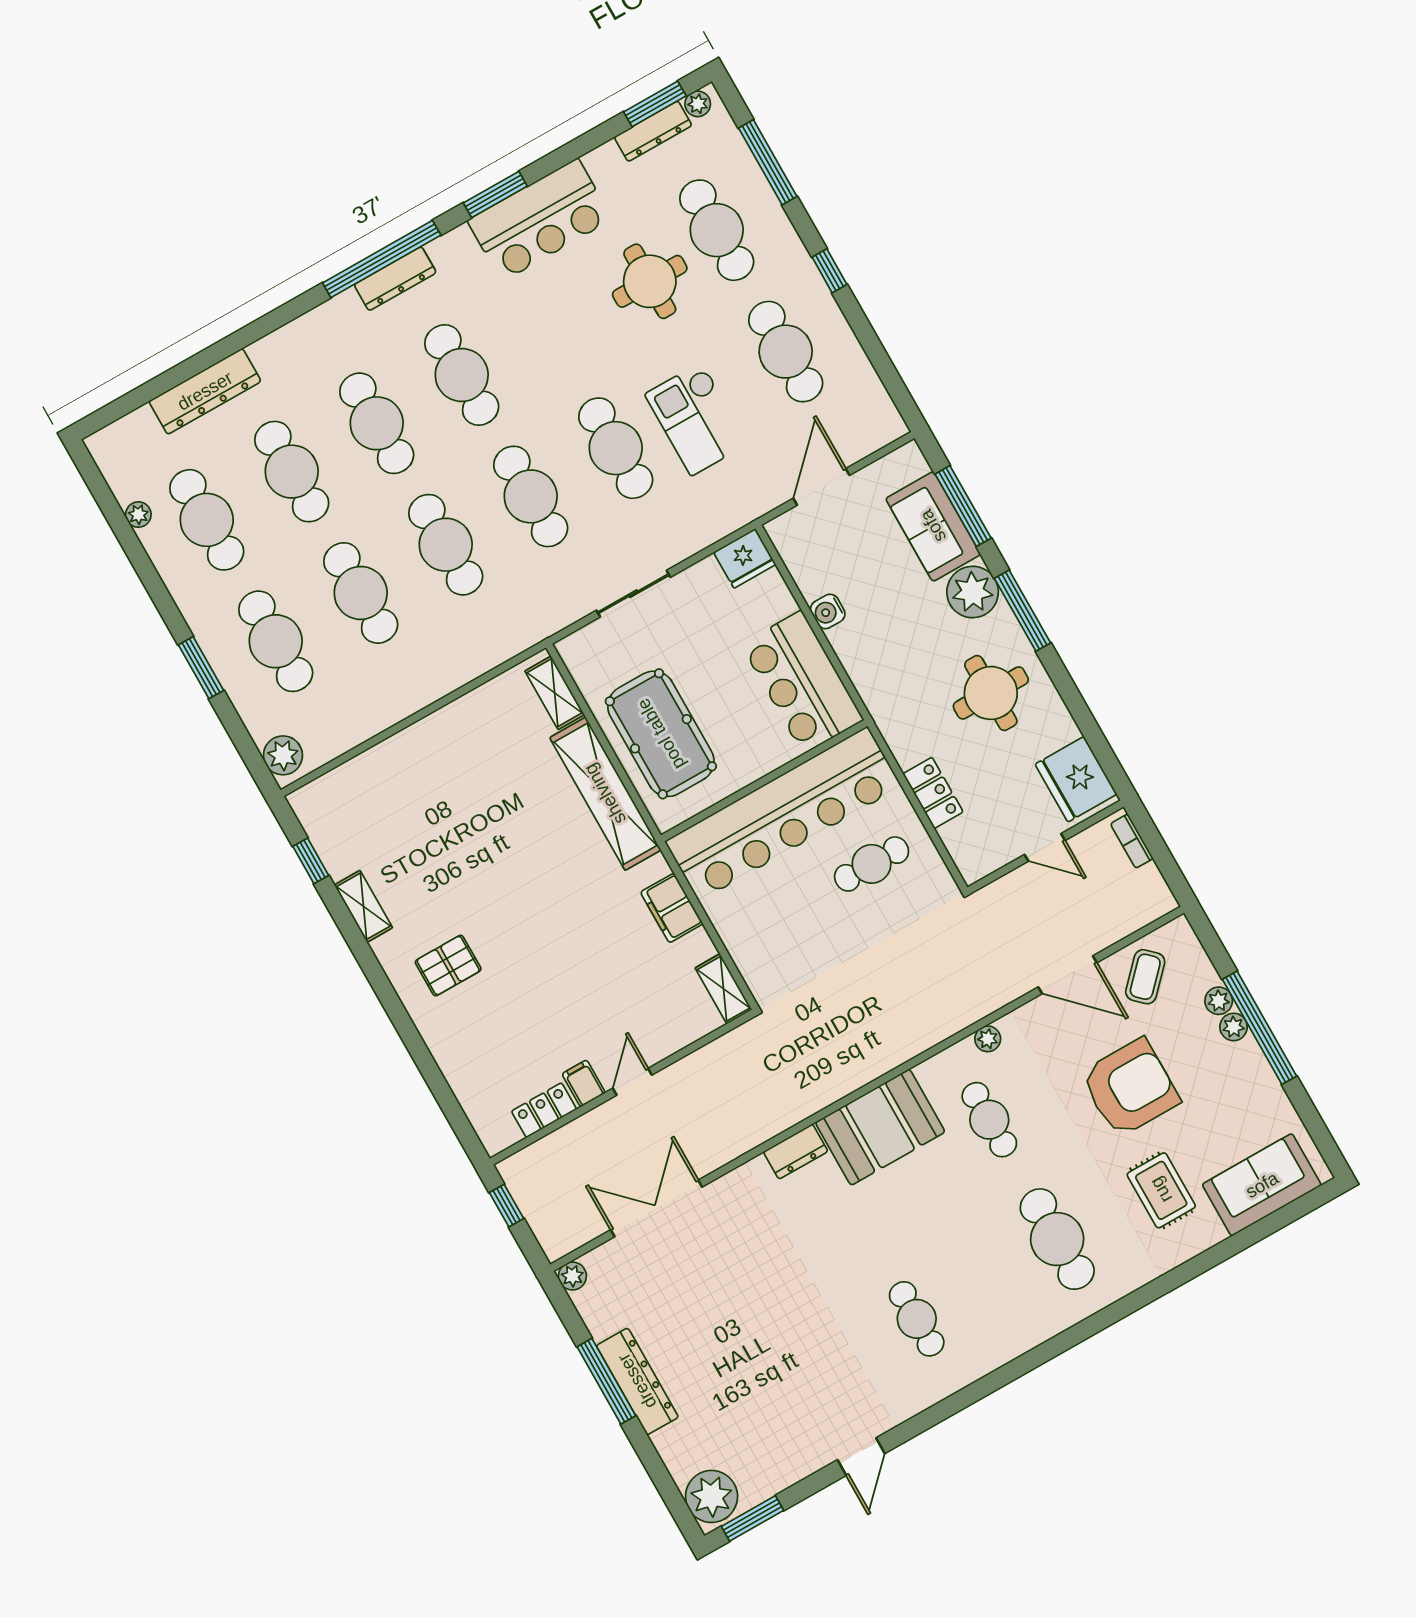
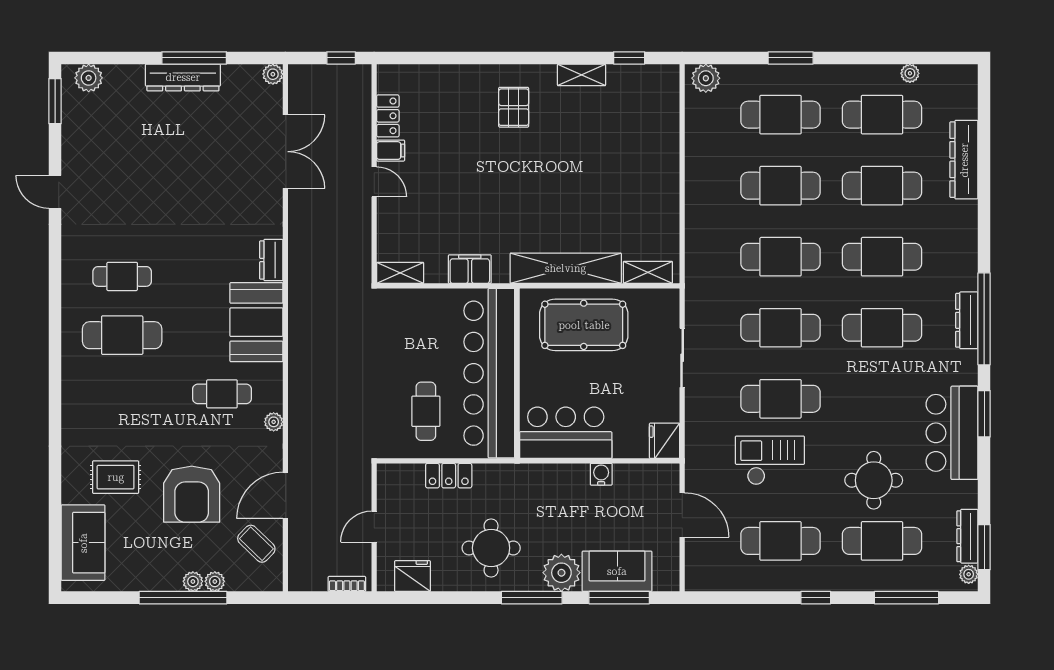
fridge: (1076, 779) -> (412, 576), width x0.73, depth x0.75
cafe table: (1057, 1239) -> (122, 335), moved
plant: (712, 1496) -> (89, 78), width x0.73, depth x0.73

